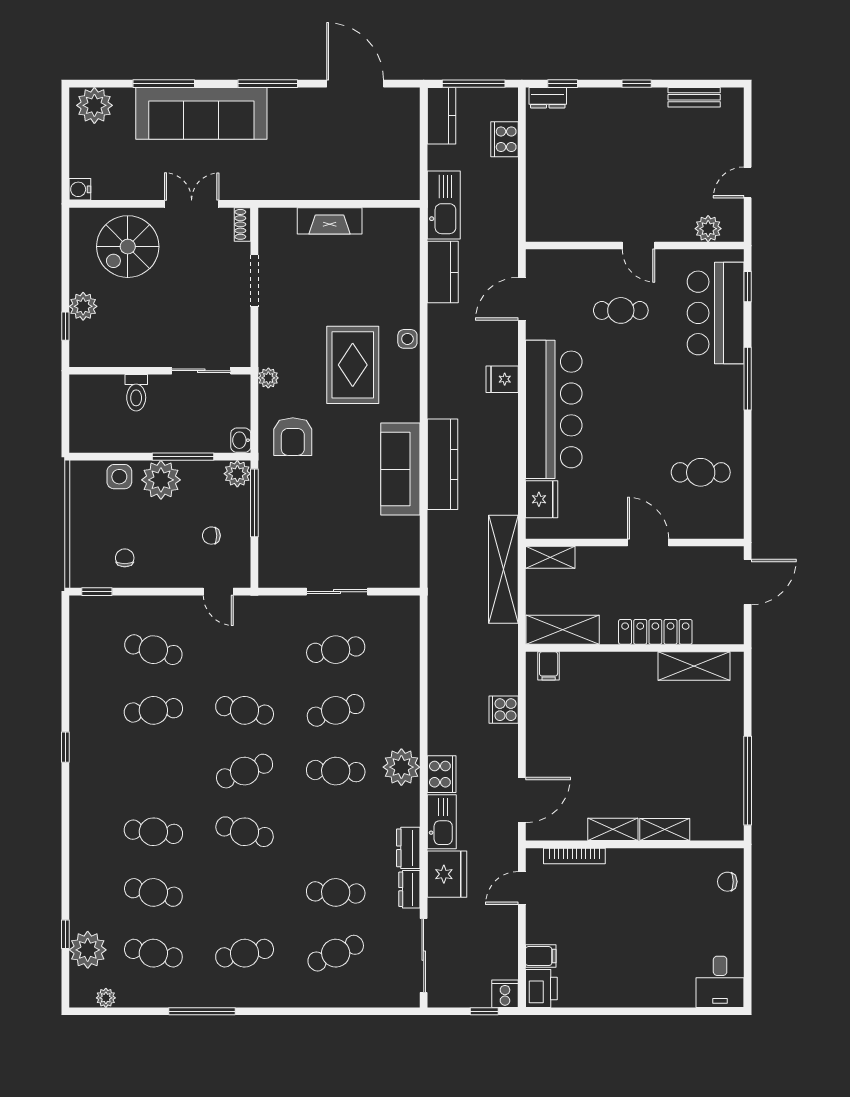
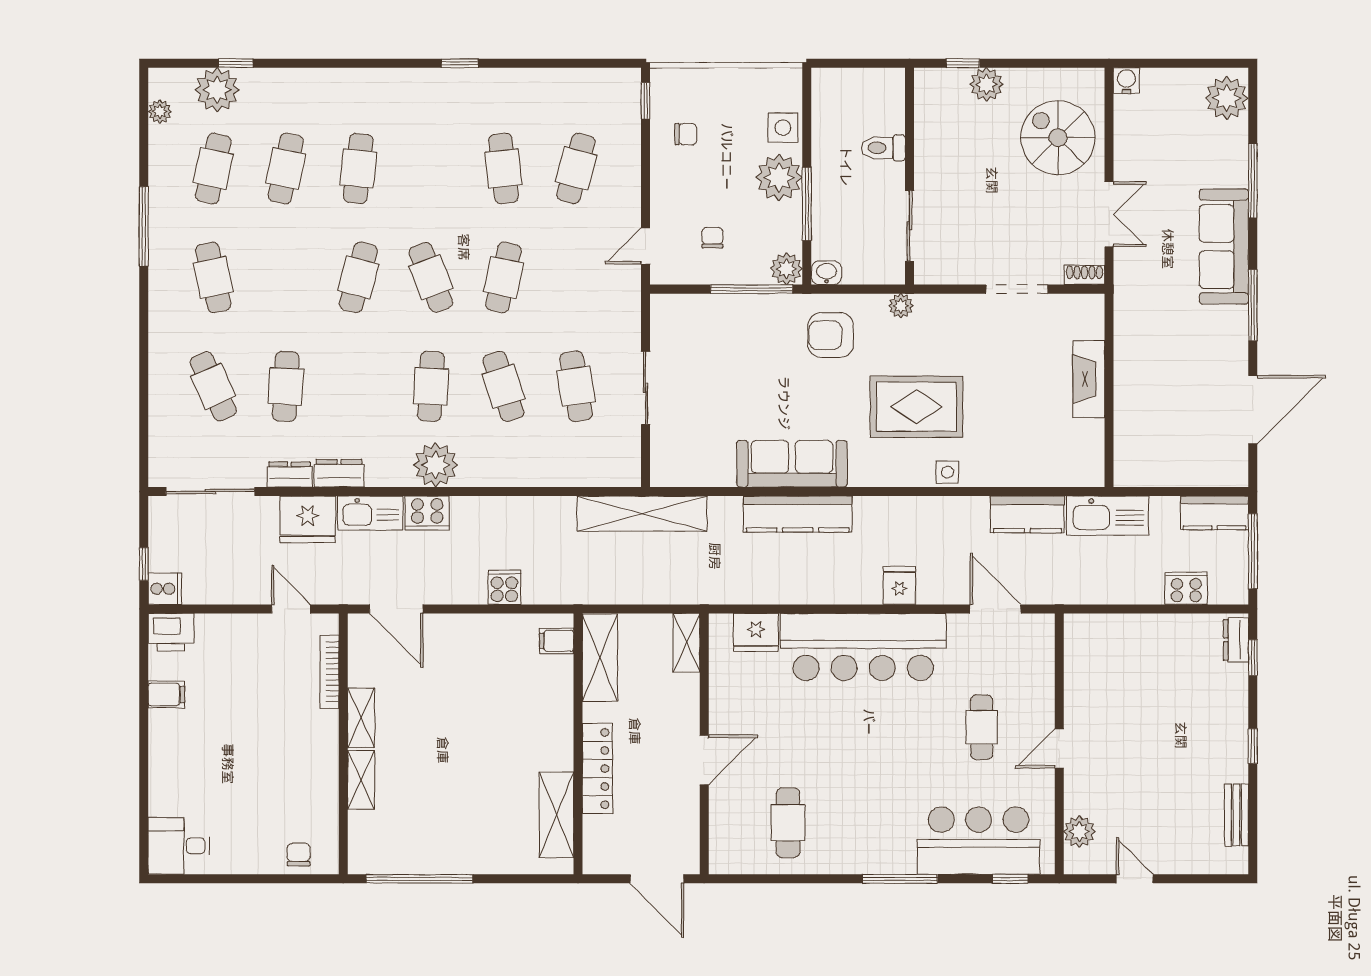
sofa: (201, 113) -> (1224, 247), width x0.74, depth x0.79
shelving: (503, 569) -> (642, 514), moved
filing cabinet: (541, 956) -> (166, 695), moved, turned -90

